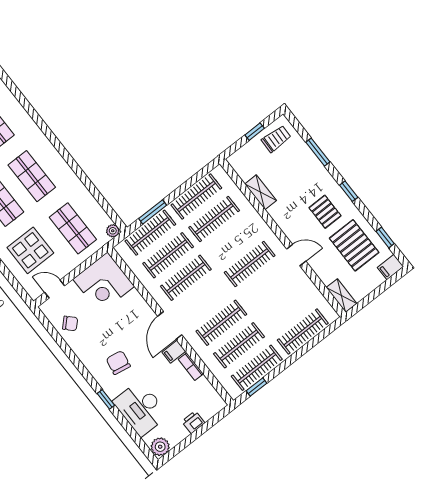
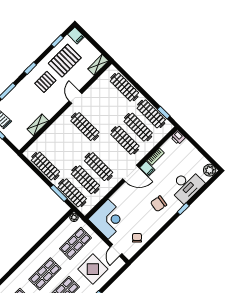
clothes rail: (214, 219) -> (59, 153), removed
printer: (193, 422) -> (178, 137), moved

